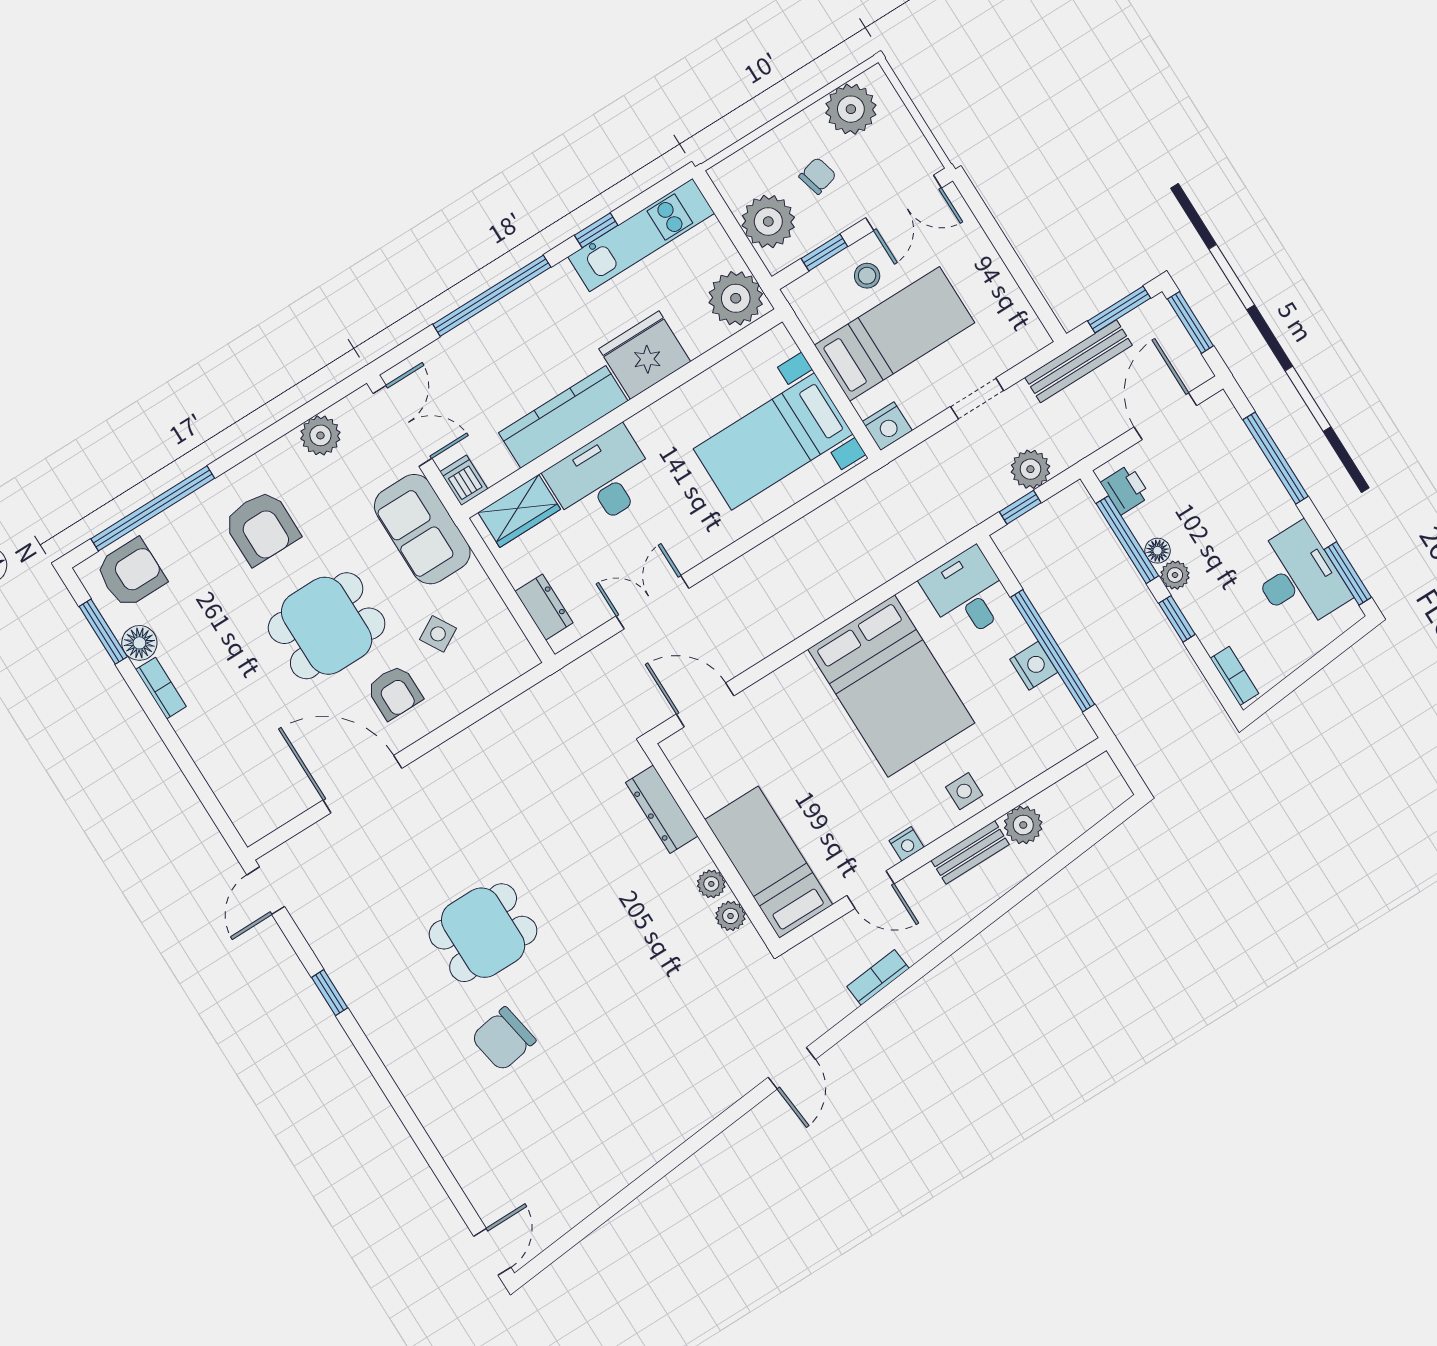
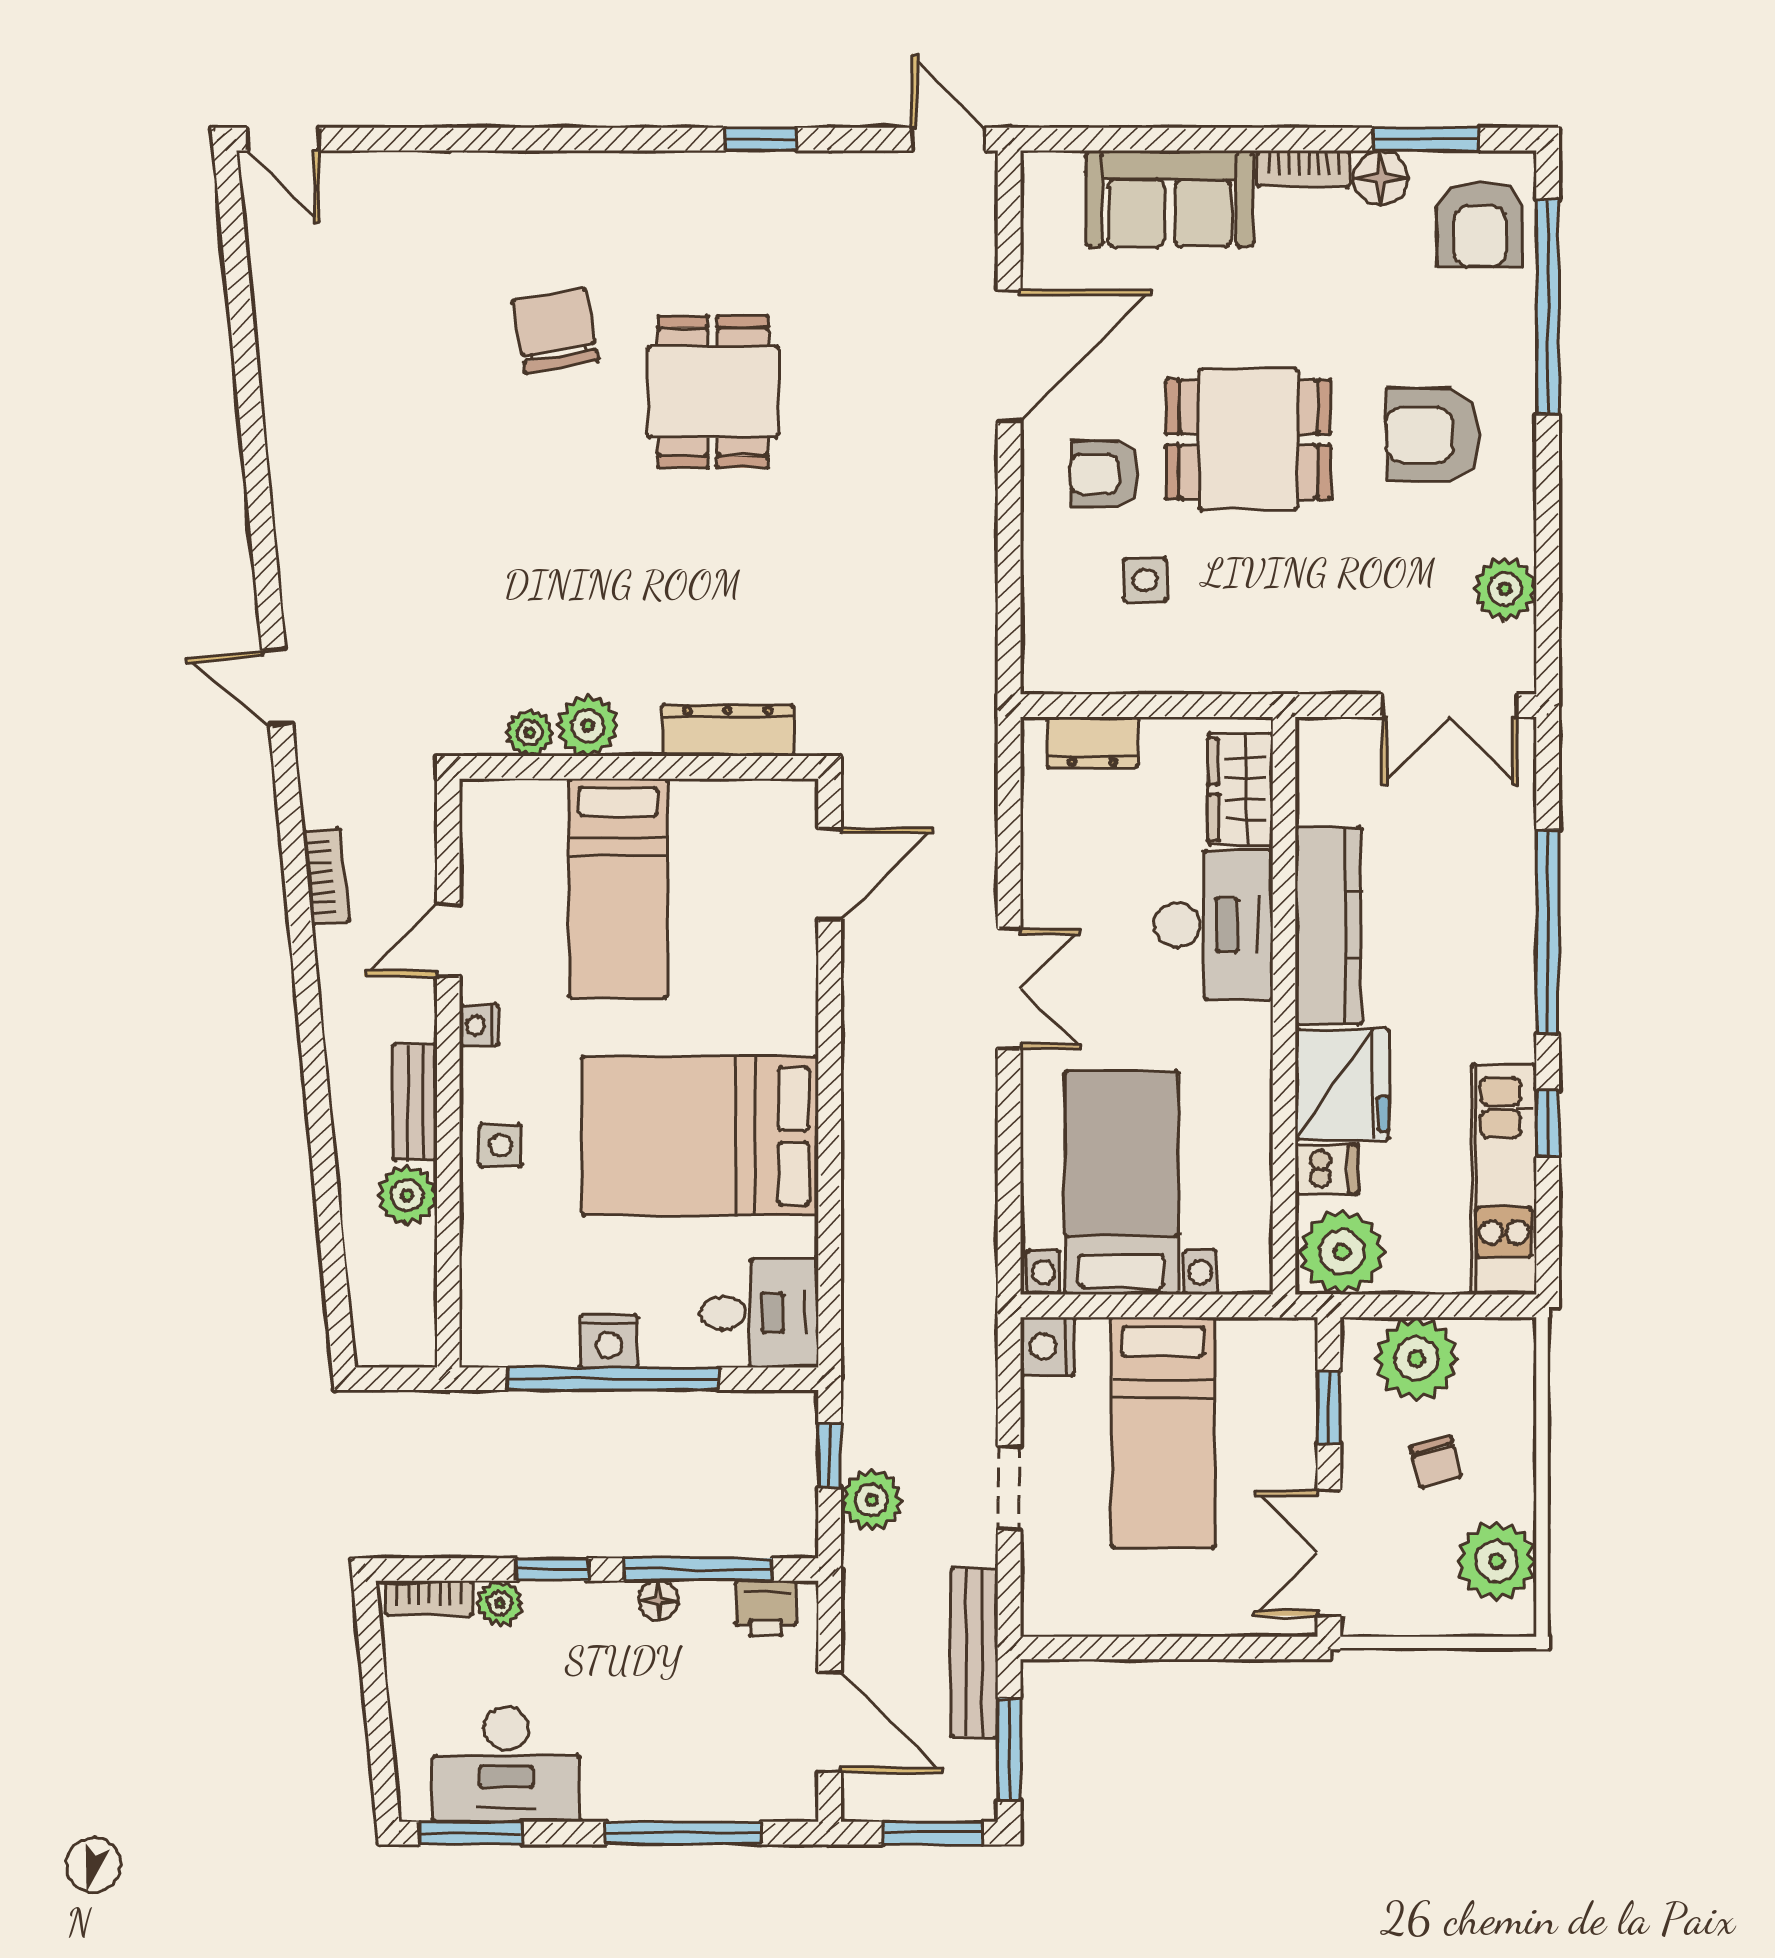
stool: (867, 276) -> (1263, 1444), removed
dishwasher: (464, 480) -> (1327, 1169), moved
sofa: (422, 529) -> (1170, 199), moved, turned 180
plant: (1175, 575) -> (500, 1603), moved
double door: (653, 602) -> (1009, 989), moved
dining table: (327, 626) -> (1248, 439), turned 90
side table: (438, 634) -> (1145, 580), turned 30
bed: (769, 862) -> (618, 888), moved, turned 90
plant: (711, 884) -> (588, 726), width x1.38, depth x1.38

